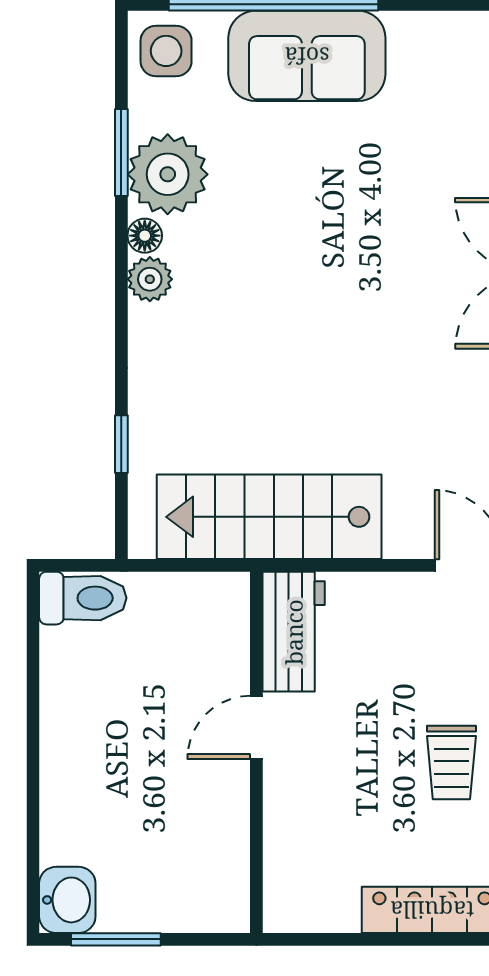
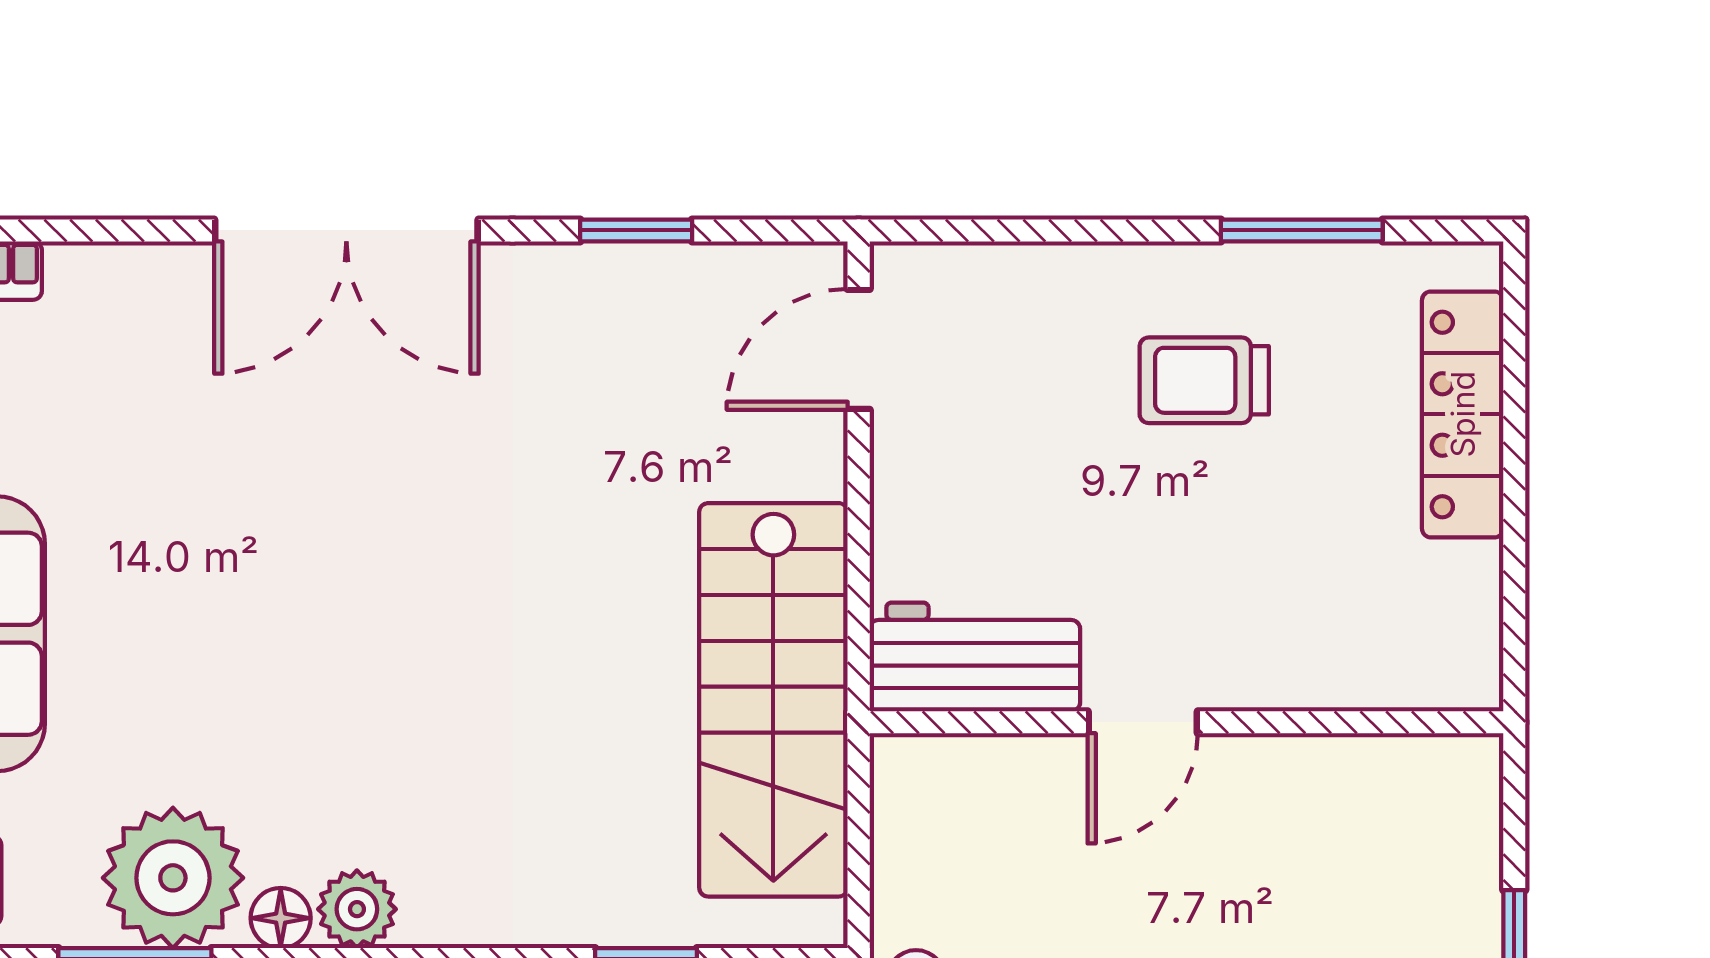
door: (256, 727) -> (1143, 722), hinge flipped
trolley: (451, 762) -> (1204, 380), turned 180

